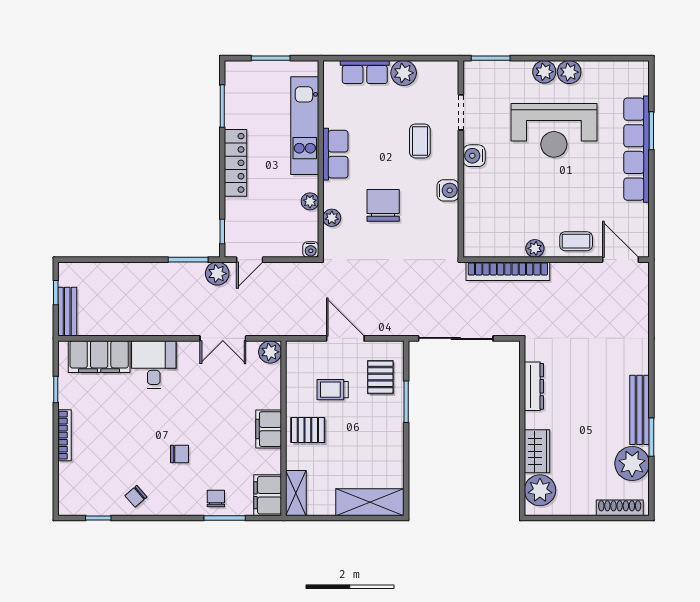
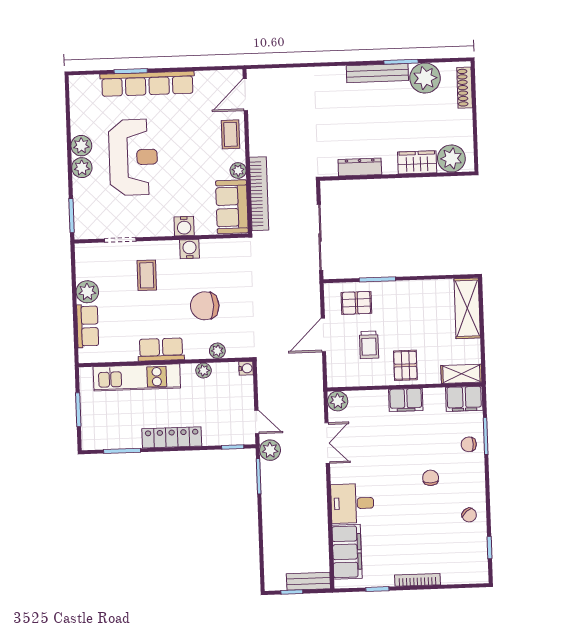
coffee table: (420, 141) -> (147, 275), turned 90
water cooler: (474, 156) -> (184, 226), moved
sofa: (494, 240) -> (232, 207), added

